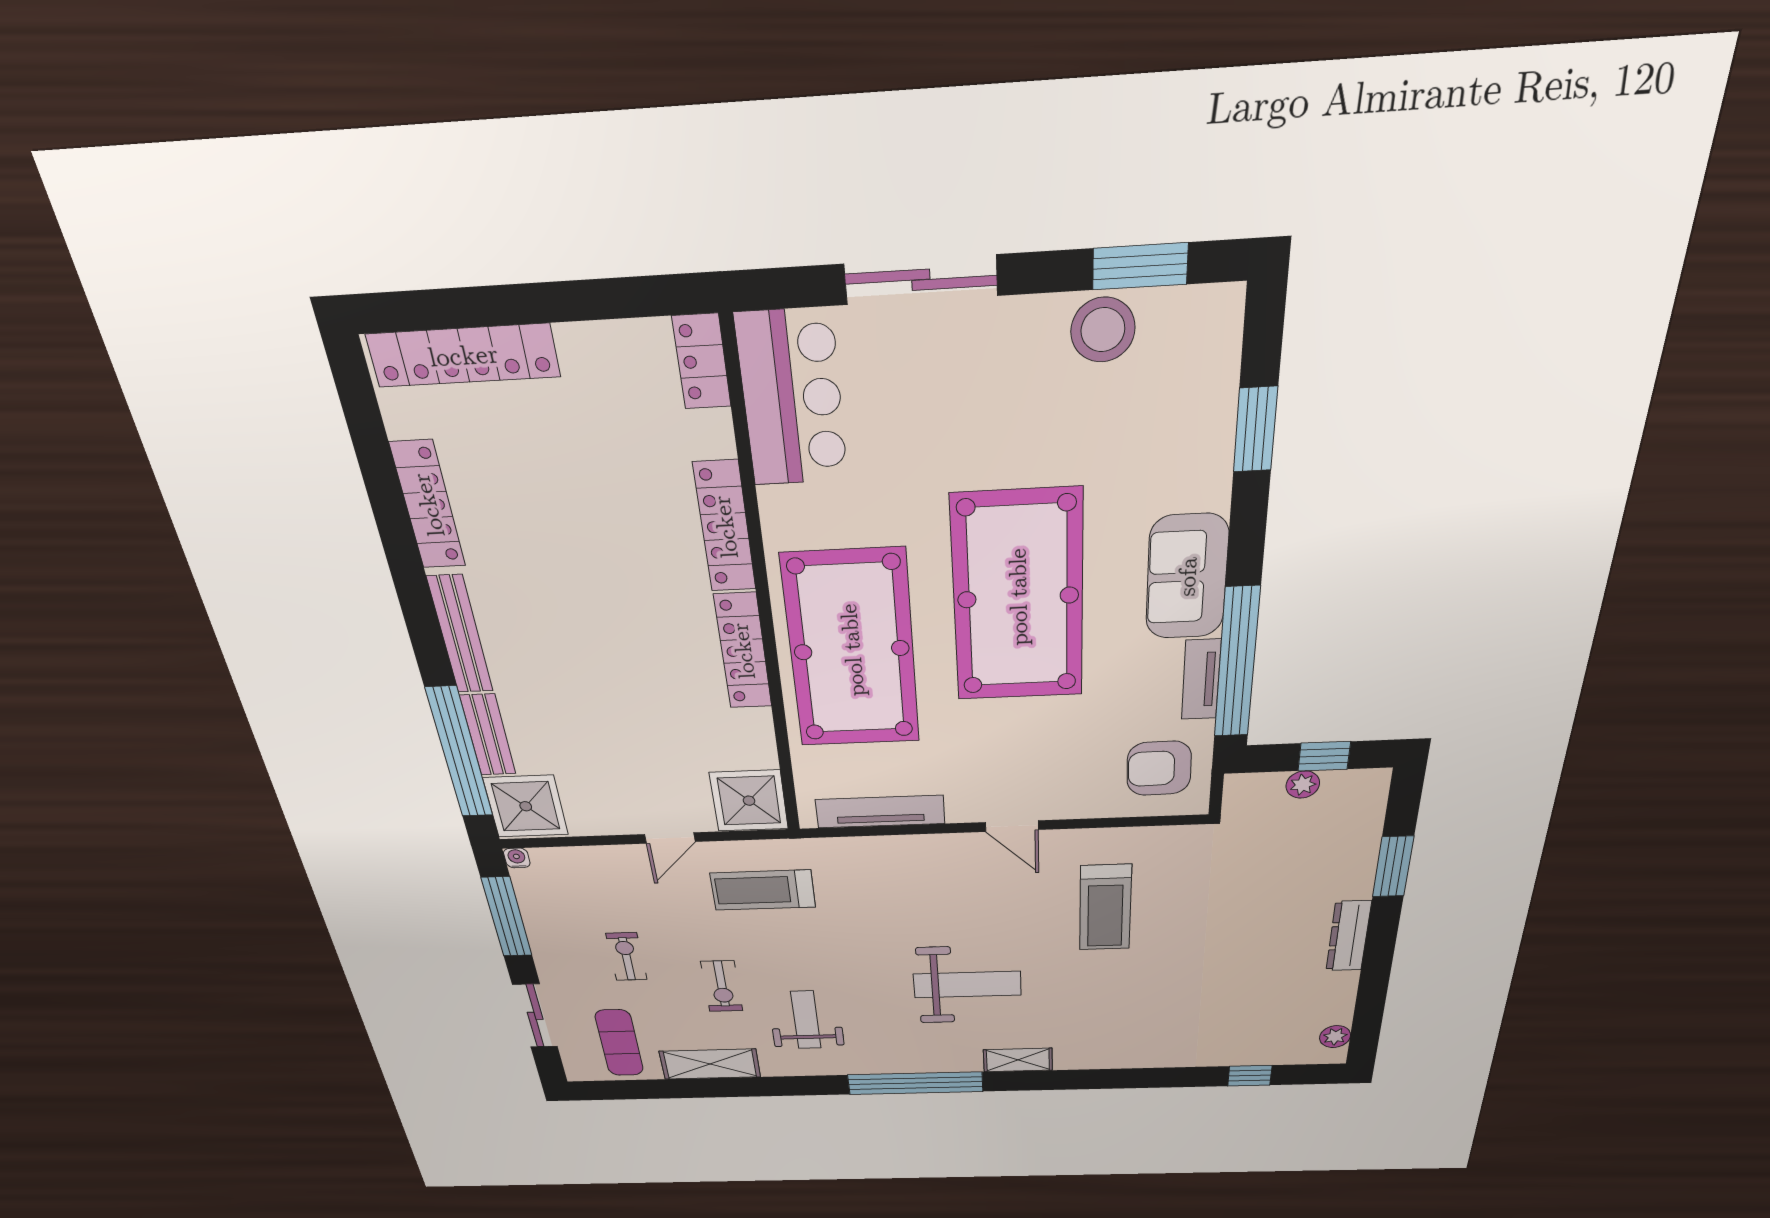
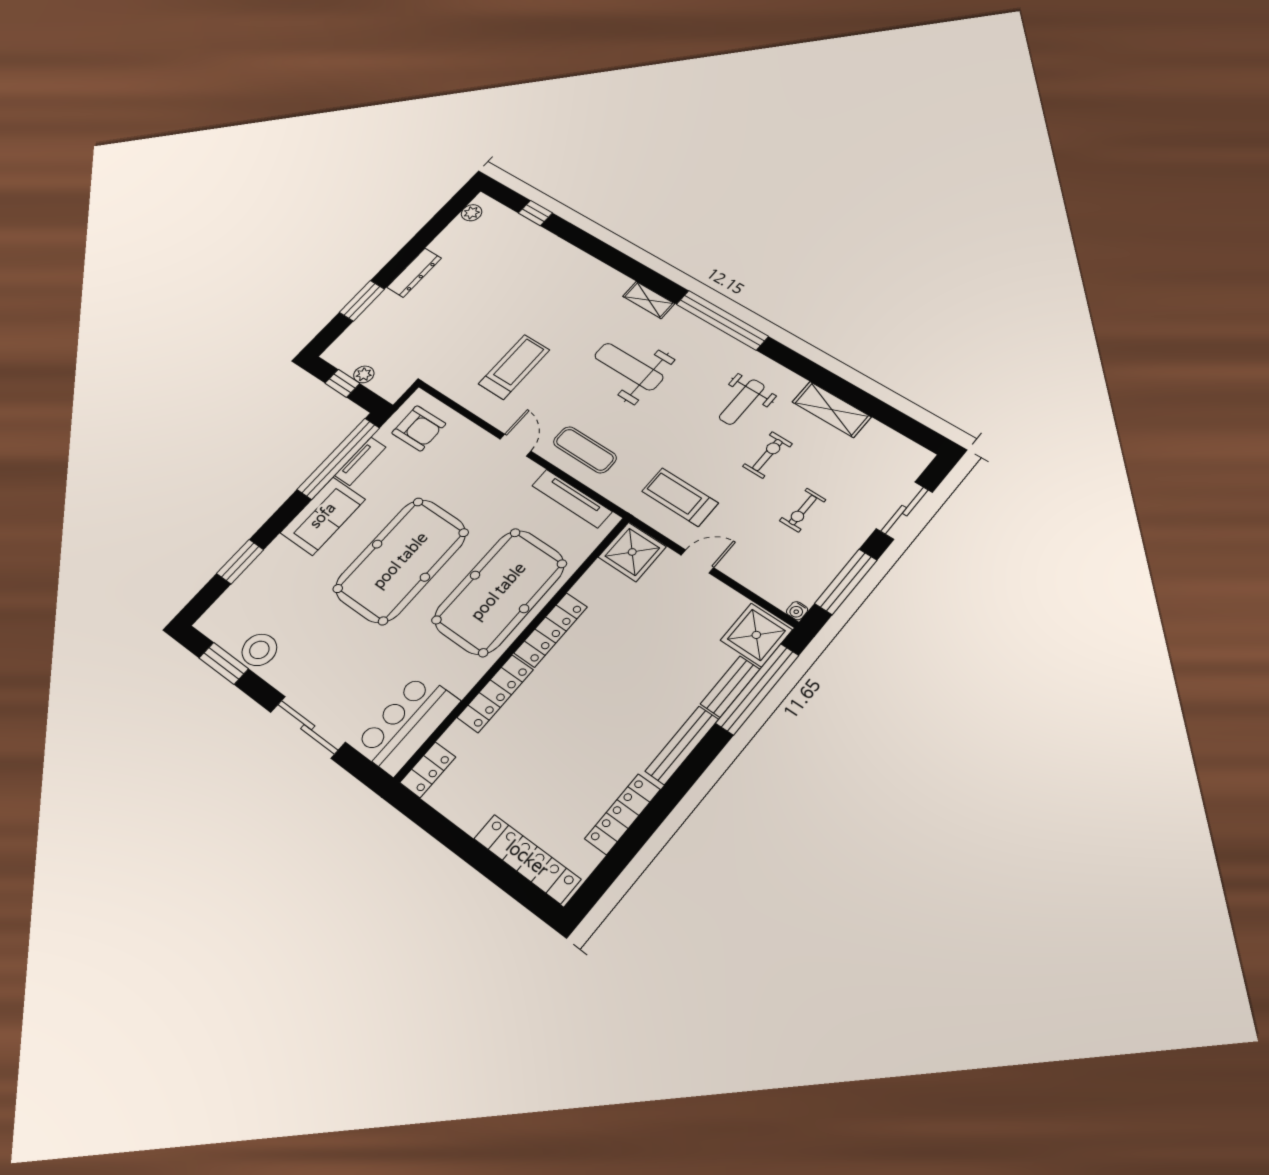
treadmill: (763, 890) -> (680, 497), turned 180
exercise mat: (619, 1043) -> (585, 450), moved, turned 90

